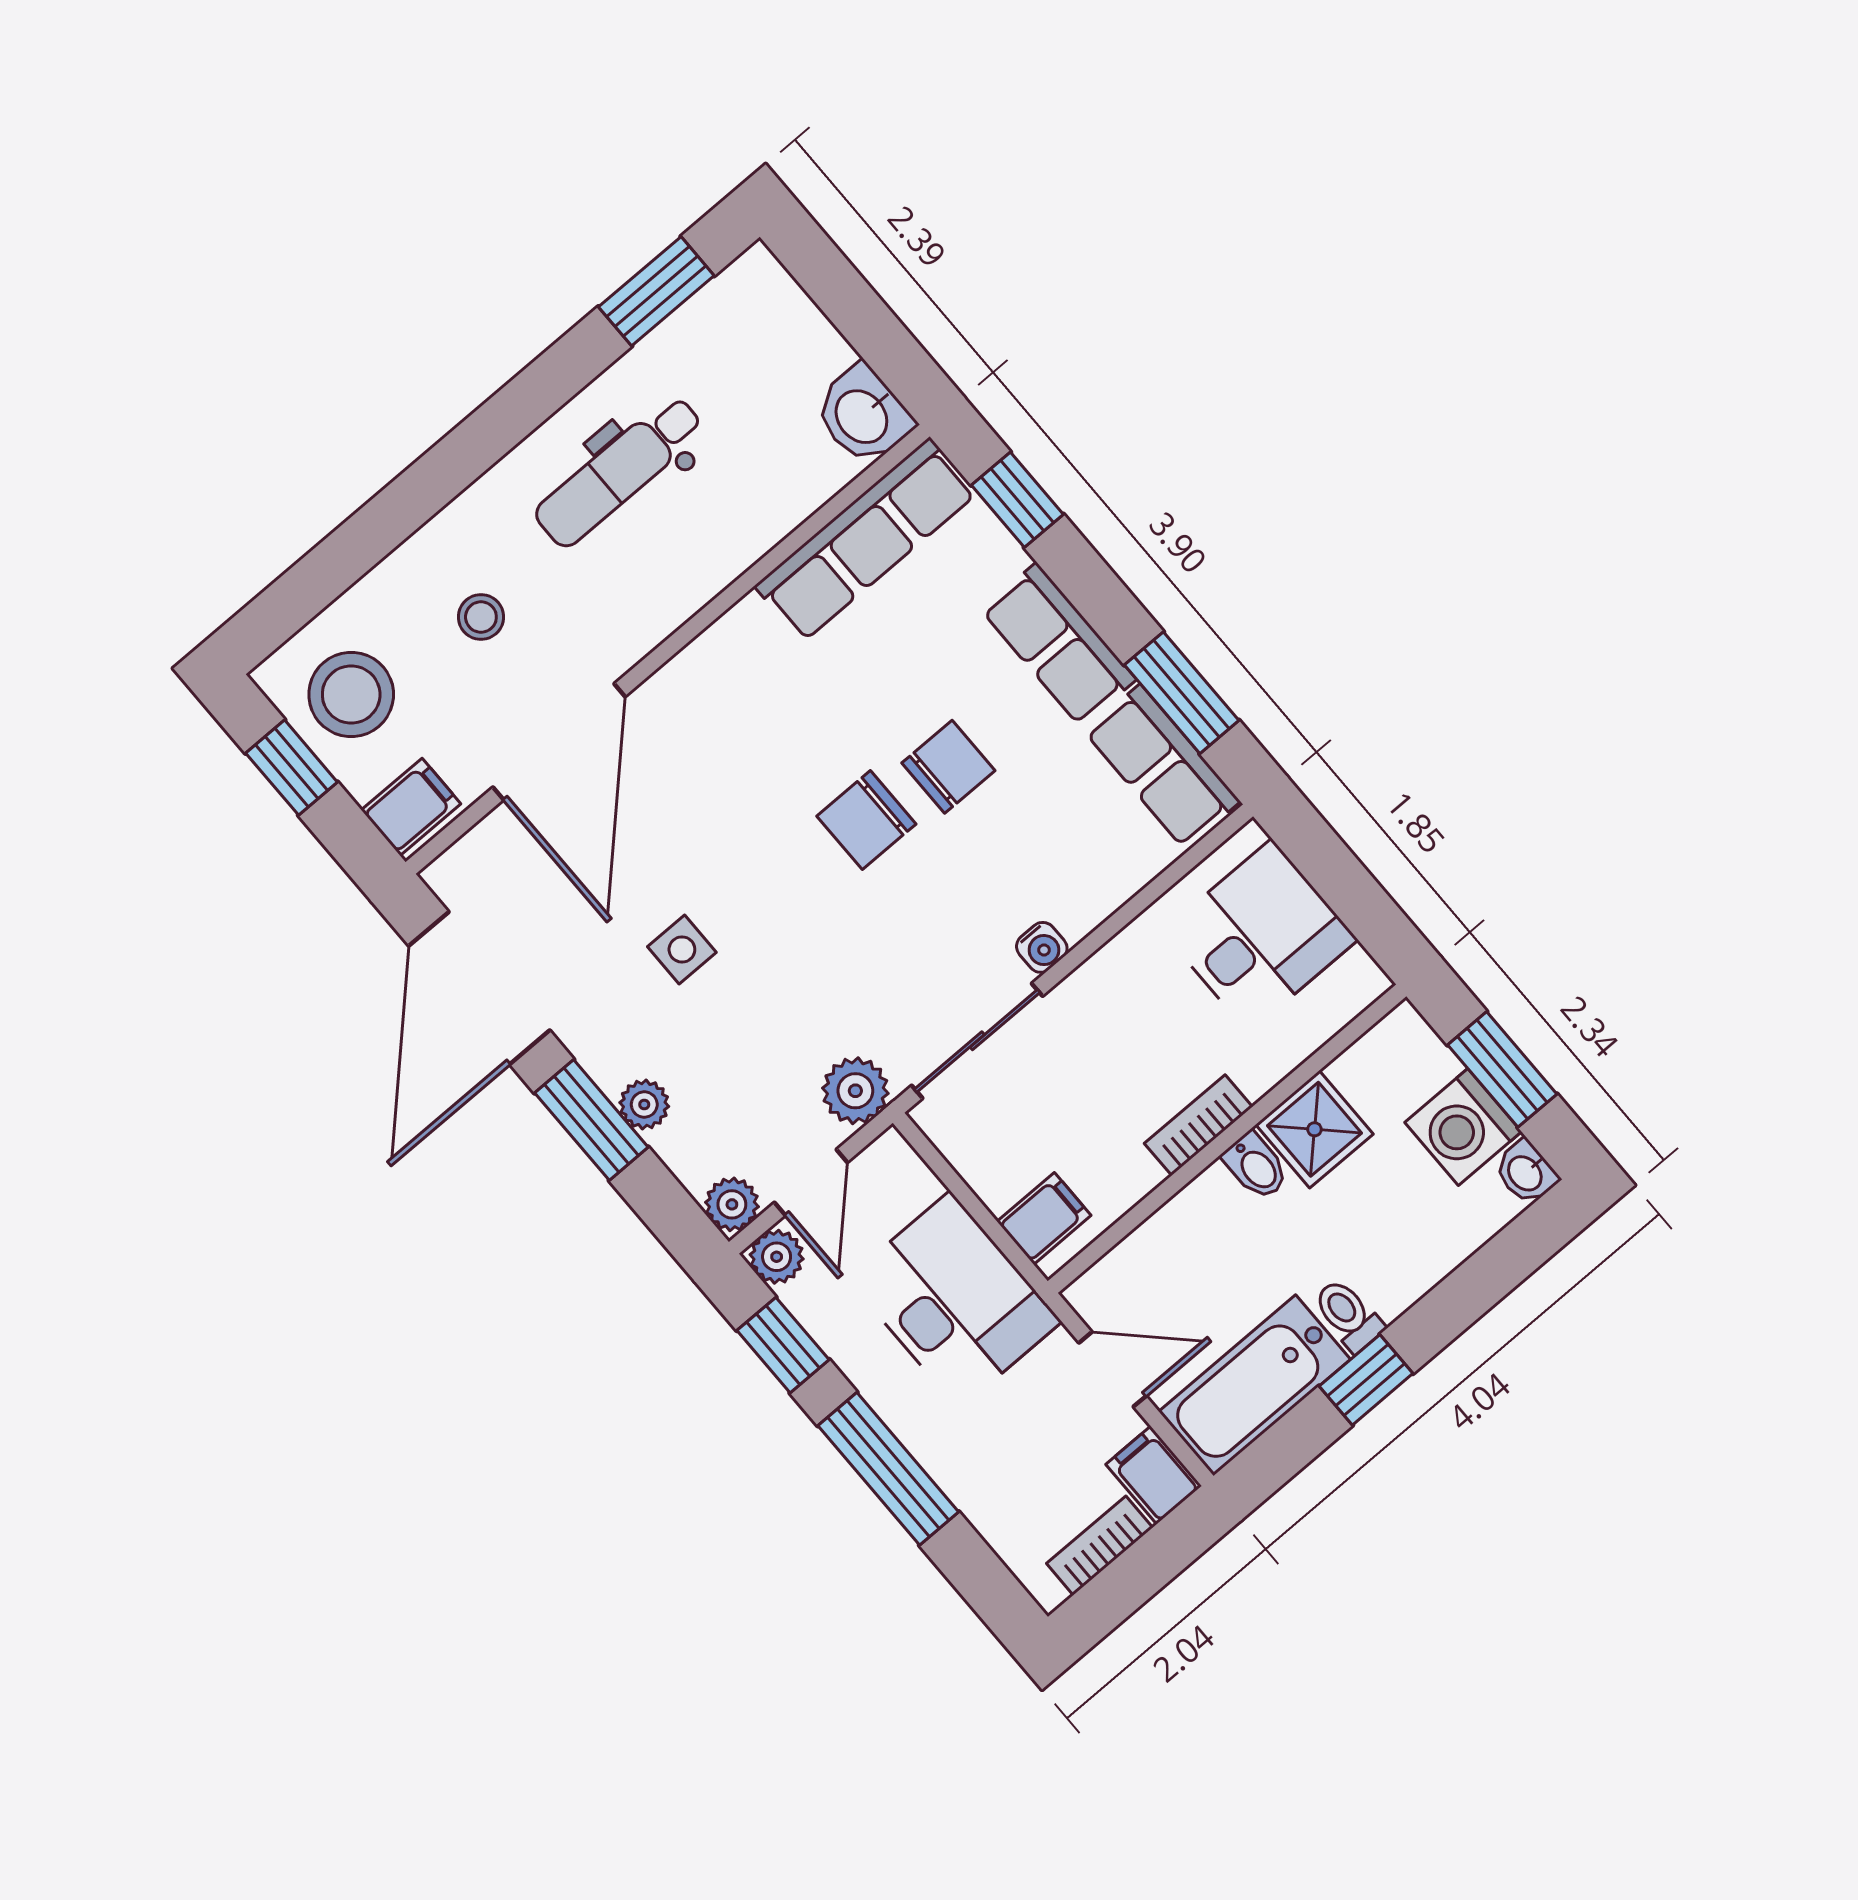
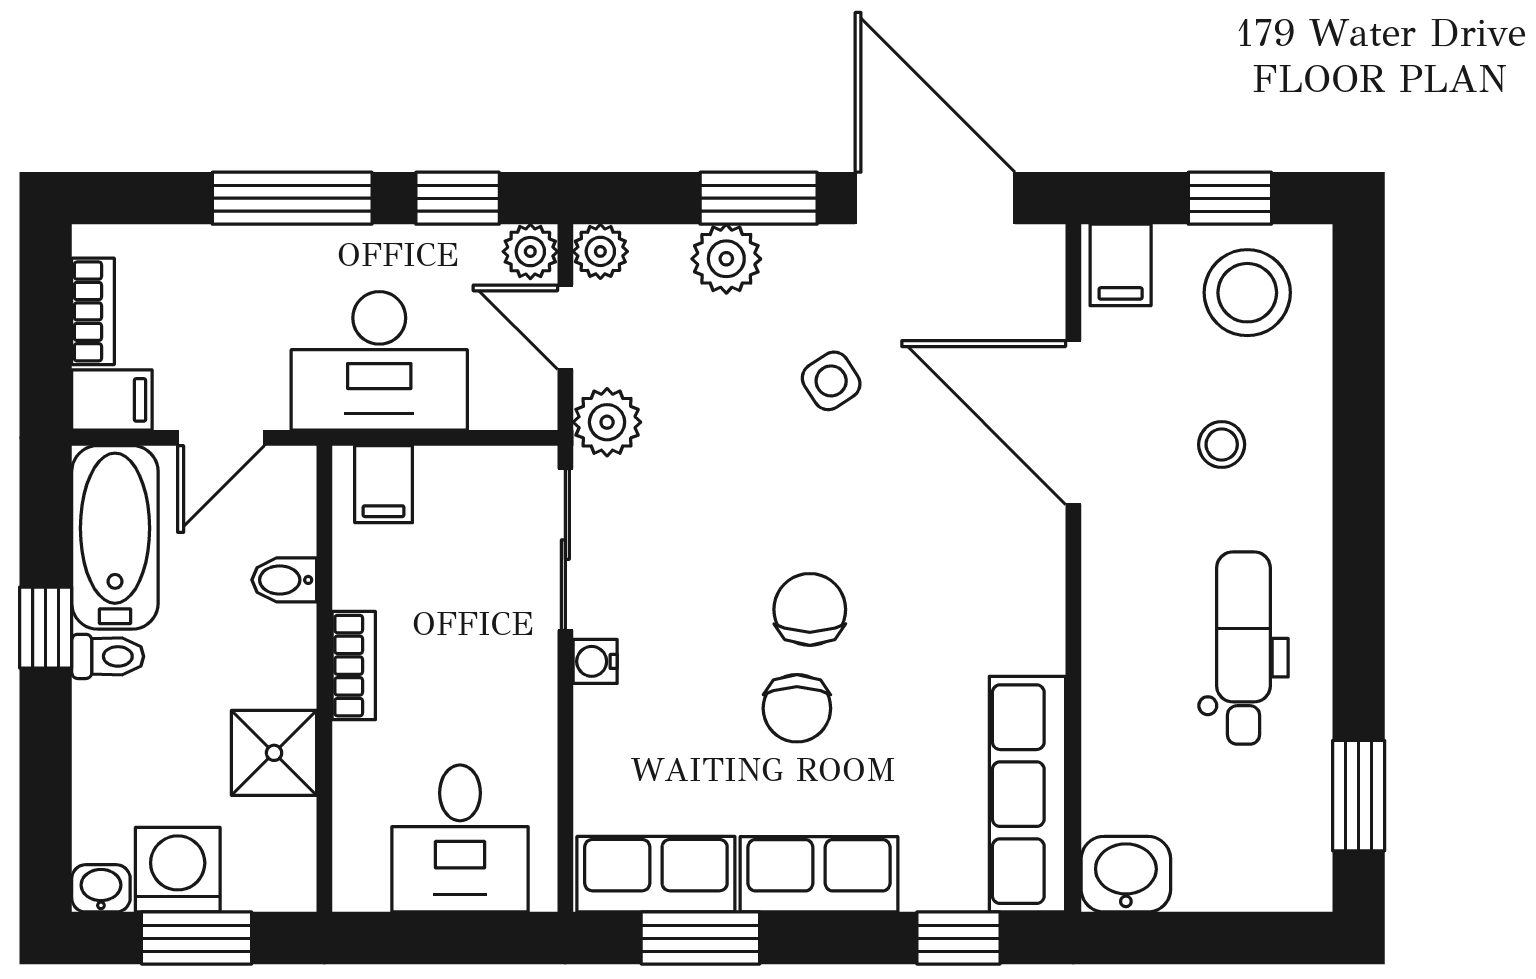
side table: (682, 949) -> (831, 381), turned -33
plant: (644, 1105) -> (726, 259), width x1.38, depth x1.38
bidet: (1256, 1166) -> (284, 580), moved

